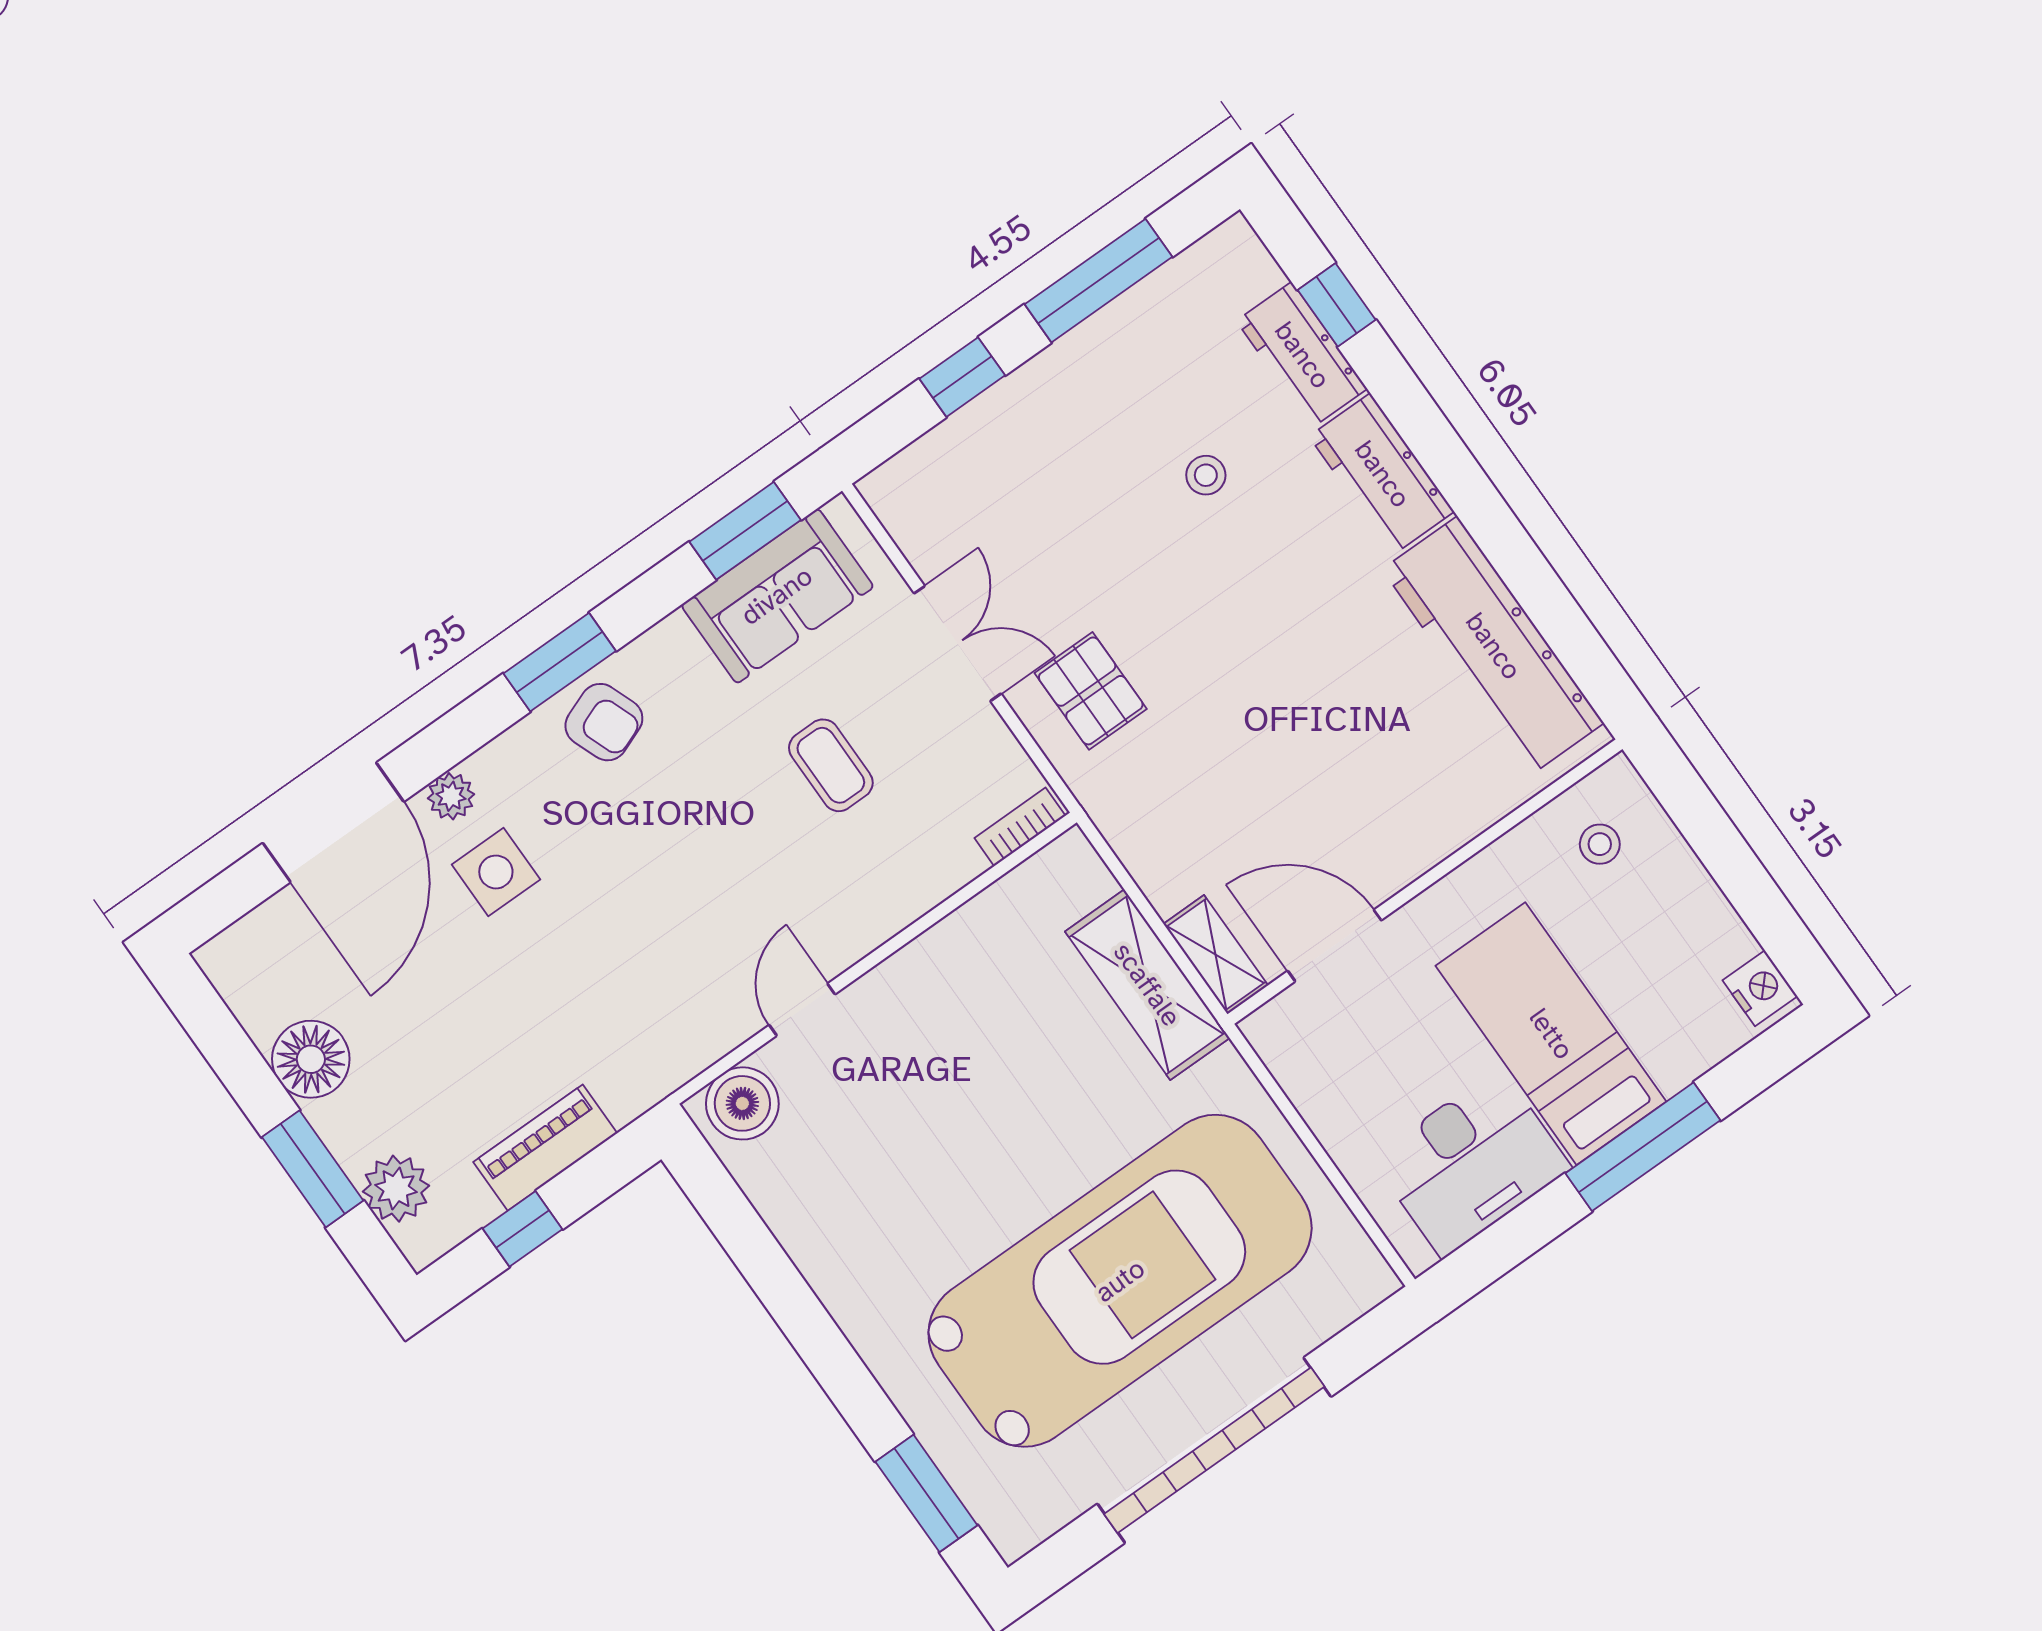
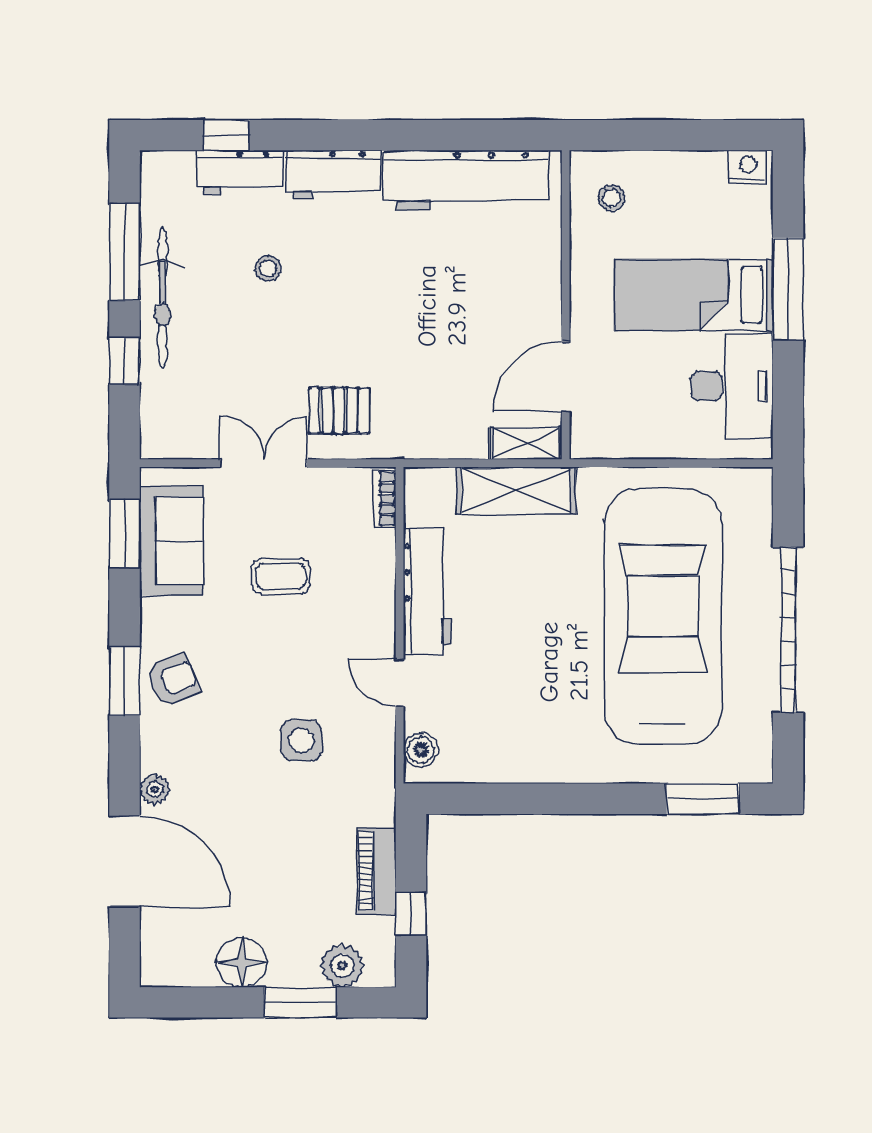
bicycle: (1075, 369) -> (162, 298), added
side table: (496, 872) -> (301, 740), moved
workbench: (942, 963) -> (427, 591), added
boiler: (742, 1103) -> (421, 750), width x0.73, depth x0.73

